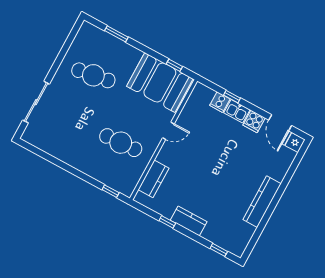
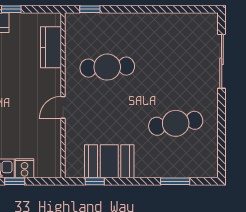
booth: (160, 83) -> (109, 161), width x0.73, depth x0.70

